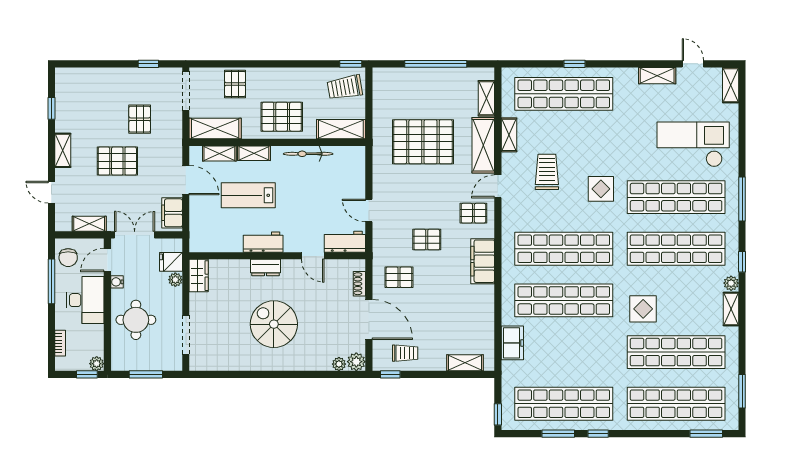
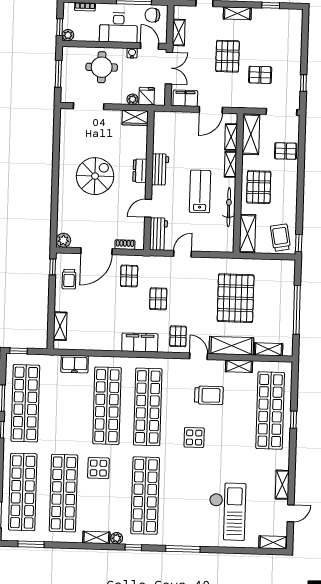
lab bench: (248, 195) -> (200, 191), moved
shop shelf: (676, 197) -> (186, 497), removed
plant: (339, 364) -> (62, 227), removed

